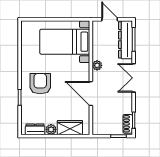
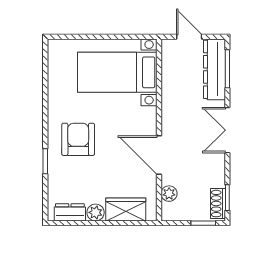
plant: (97, 65) -> (169, 194), moved

